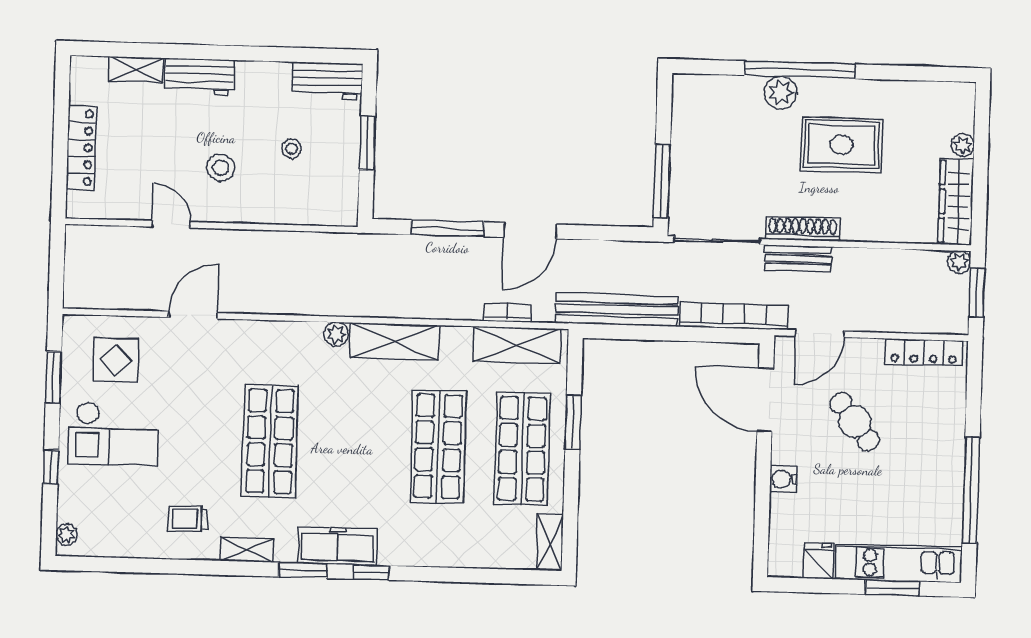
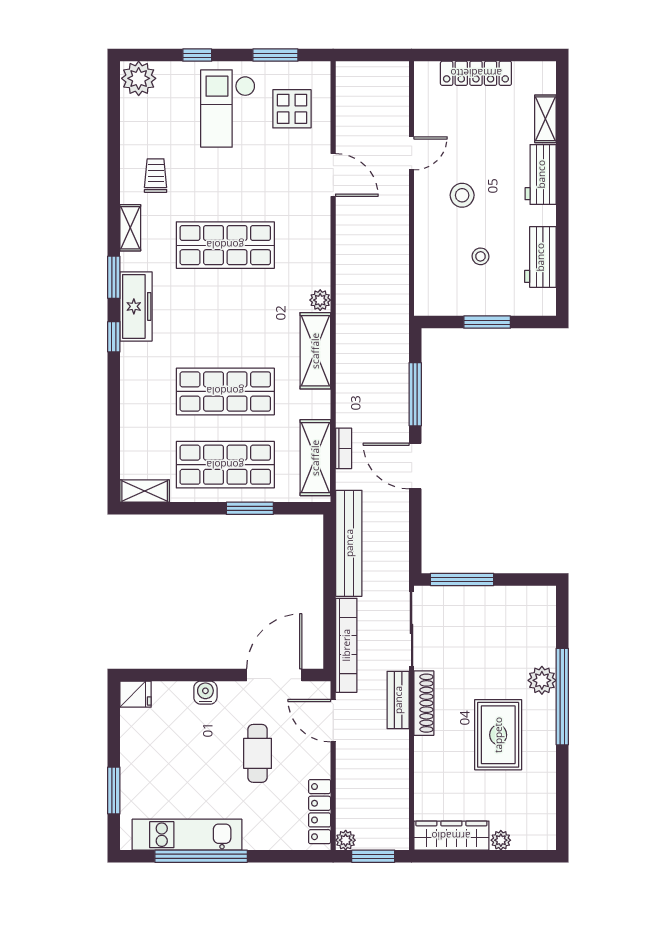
workbench: (327, 81) -> (540, 257), moved
plant: (959, 262) -> (346, 840), moved
cafe table: (855, 422) -> (258, 753), turned -52
plant: (66, 535) -> (139, 78), width x1.88, depth x1.88
fridge: (819, 561) -> (136, 694), moved
kitchen unit: (899, 563) -> (187, 835), moved, turned -90

